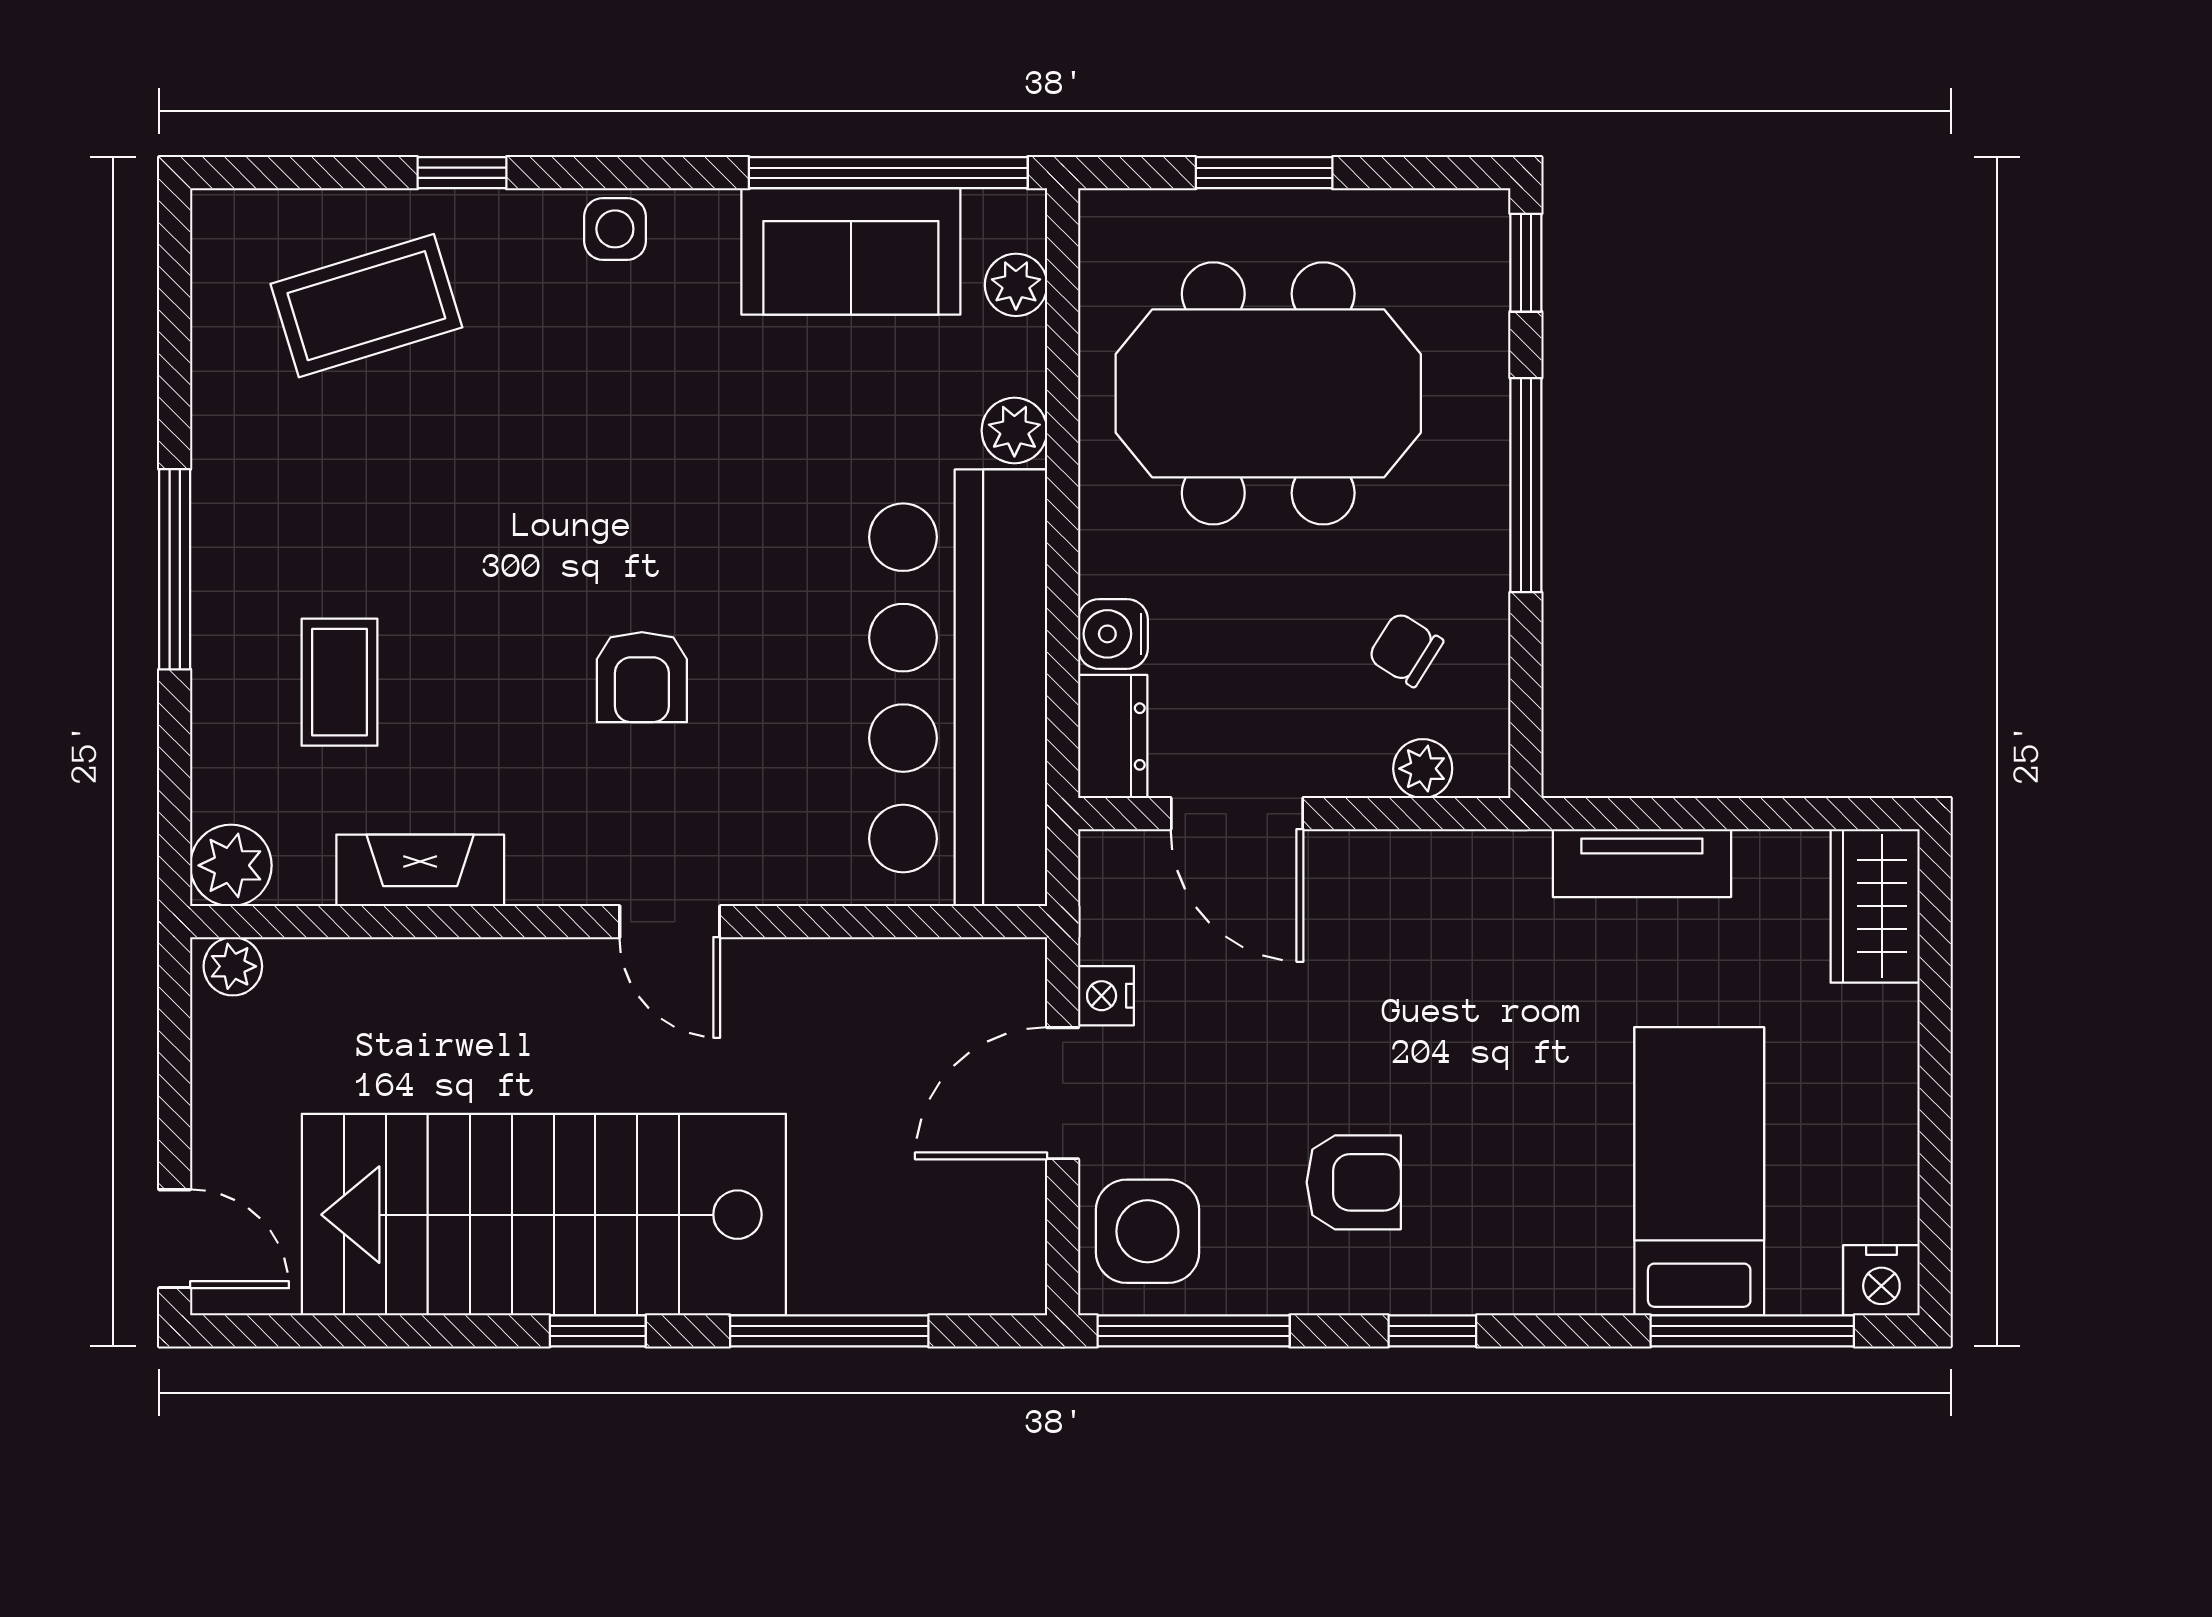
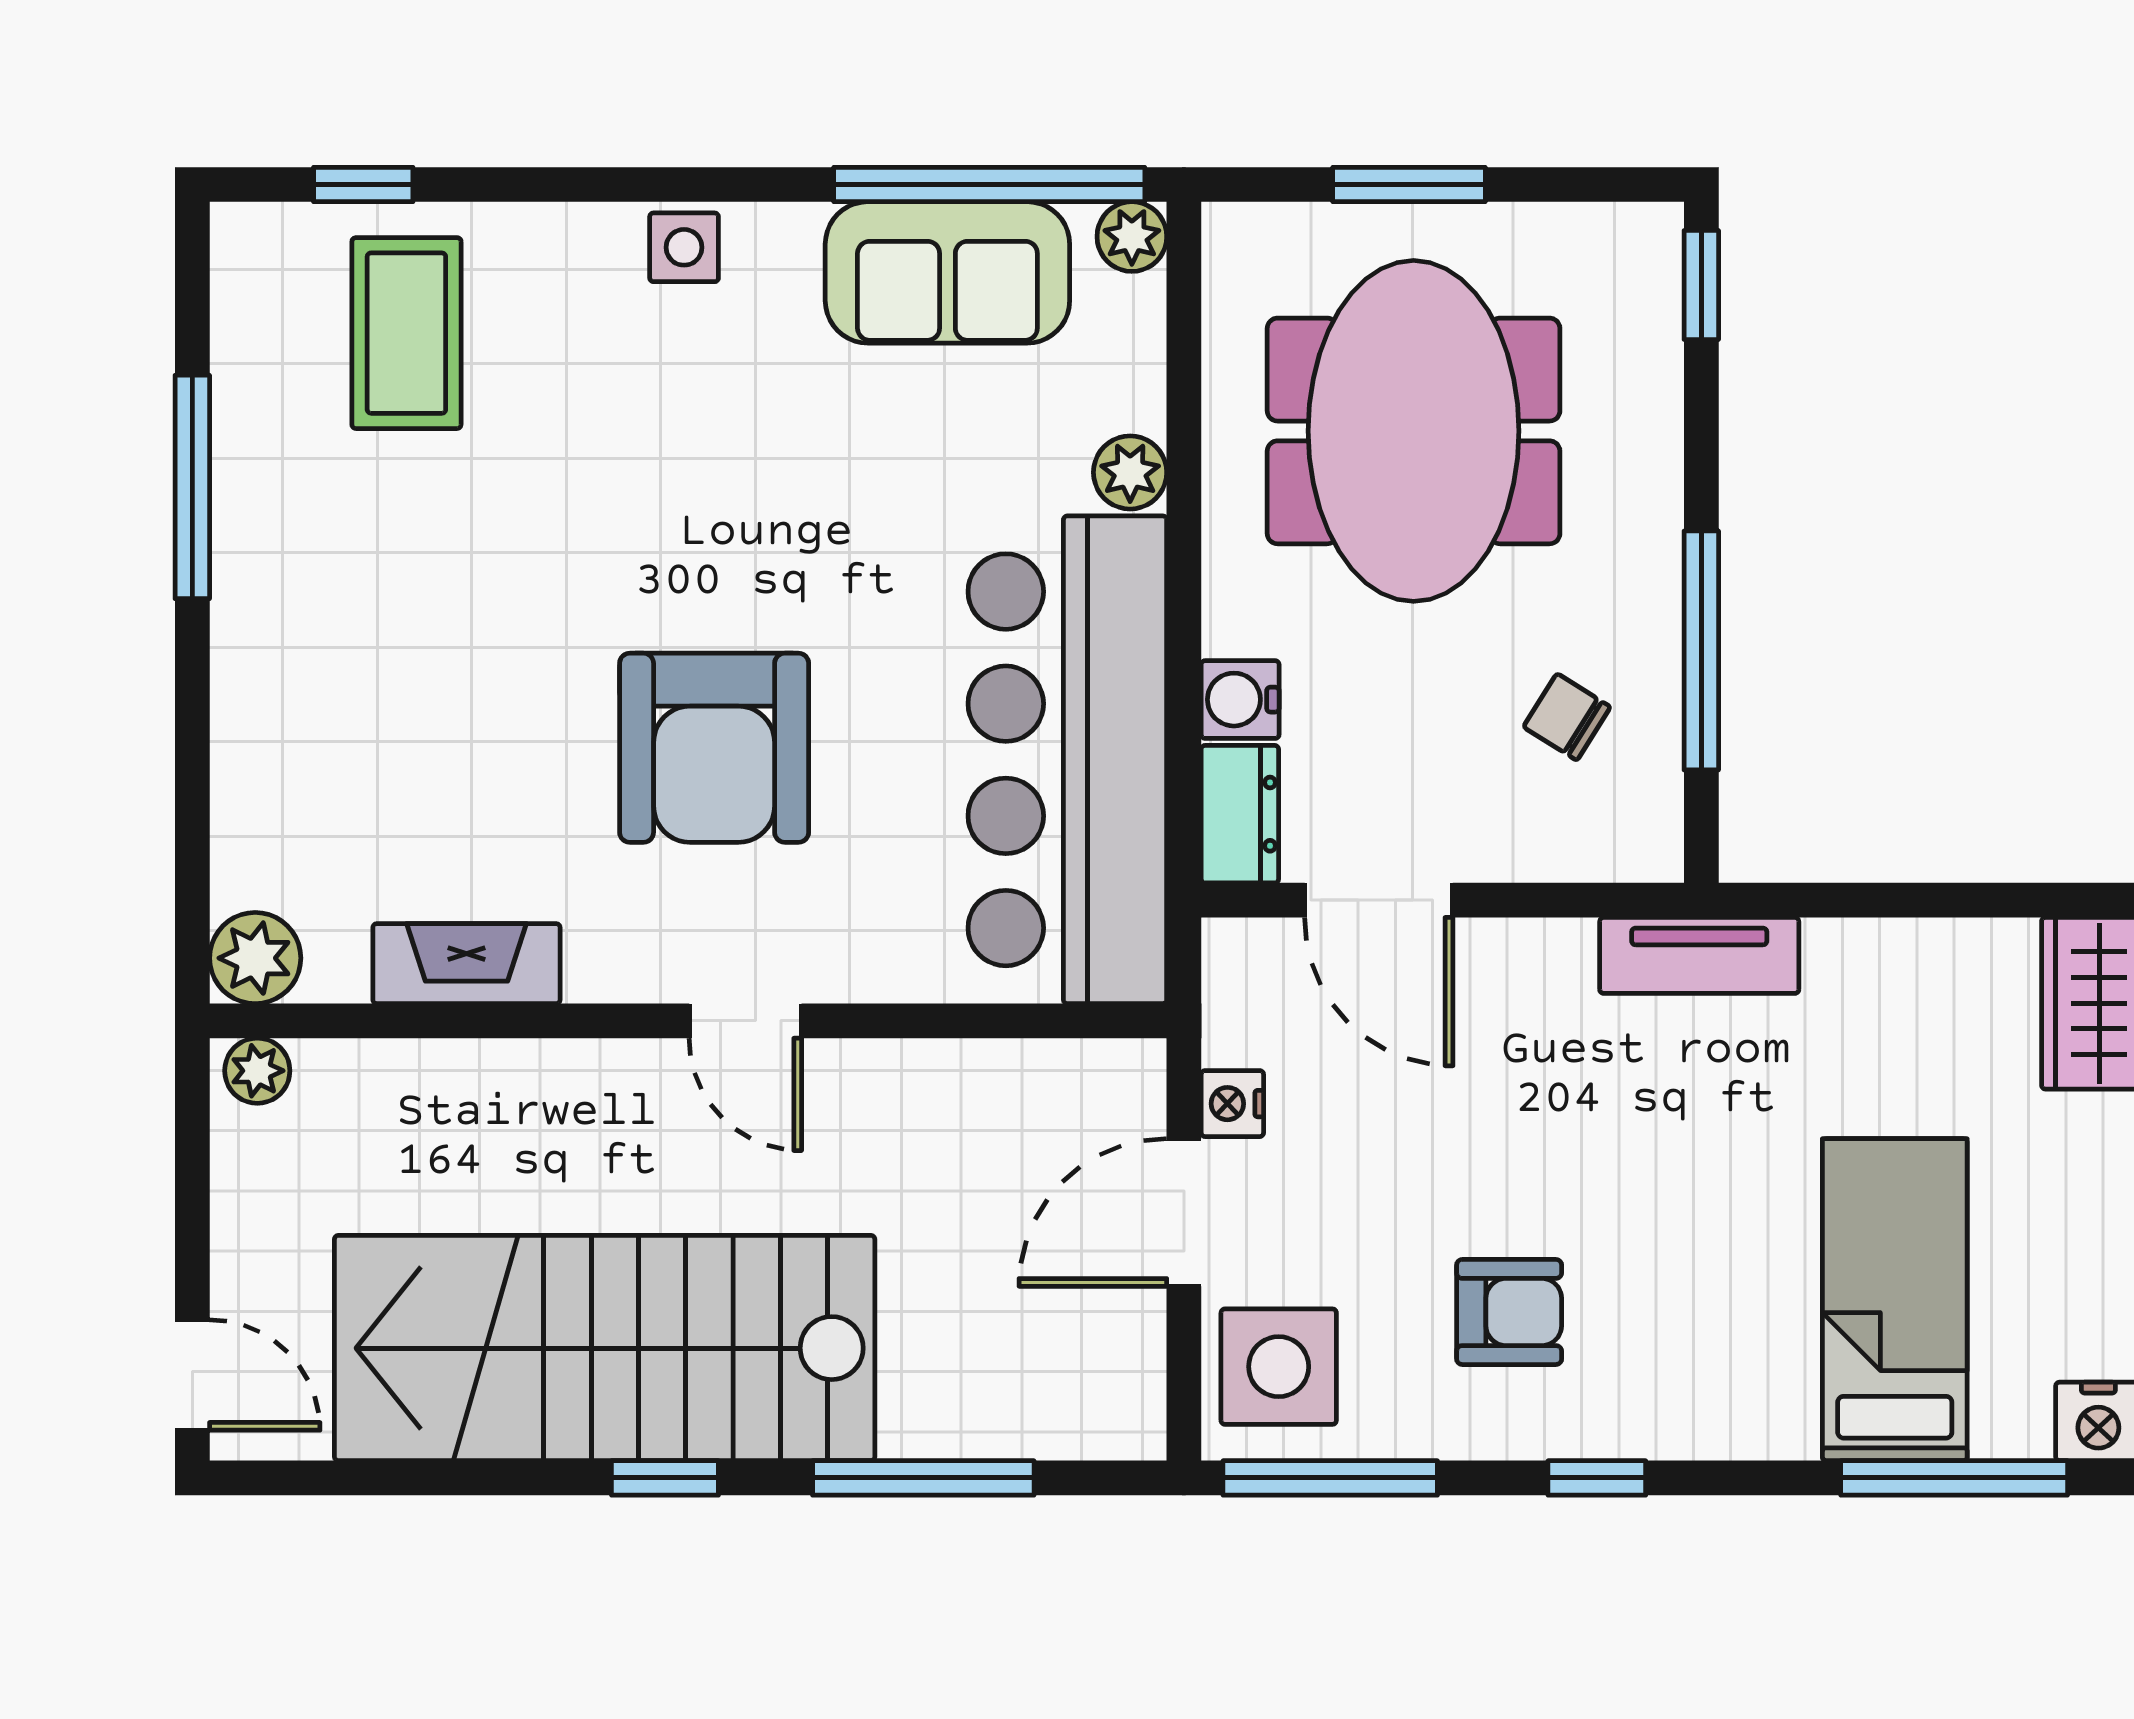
window: (462, 173) -> (363, 185), moved
plant: (1016, 285) -> (1132, 237), moved
coffee table: (366, 306) -> (406, 333), turned -73
meeting table: (1268, 393) -> (1414, 431), turned 90
window: (1526, 485) -> (1701, 650), moved
window: (175, 569) -> (192, 487), moved
armchair: (642, 677) -> (714, 748), width x1.88, depth x1.88
coffee table: (339, 682) -> (376, 753), removed
plant: (1423, 769) -> (1586, 850), removed
tv unit: (1642, 863) -> (1699, 955), moved

